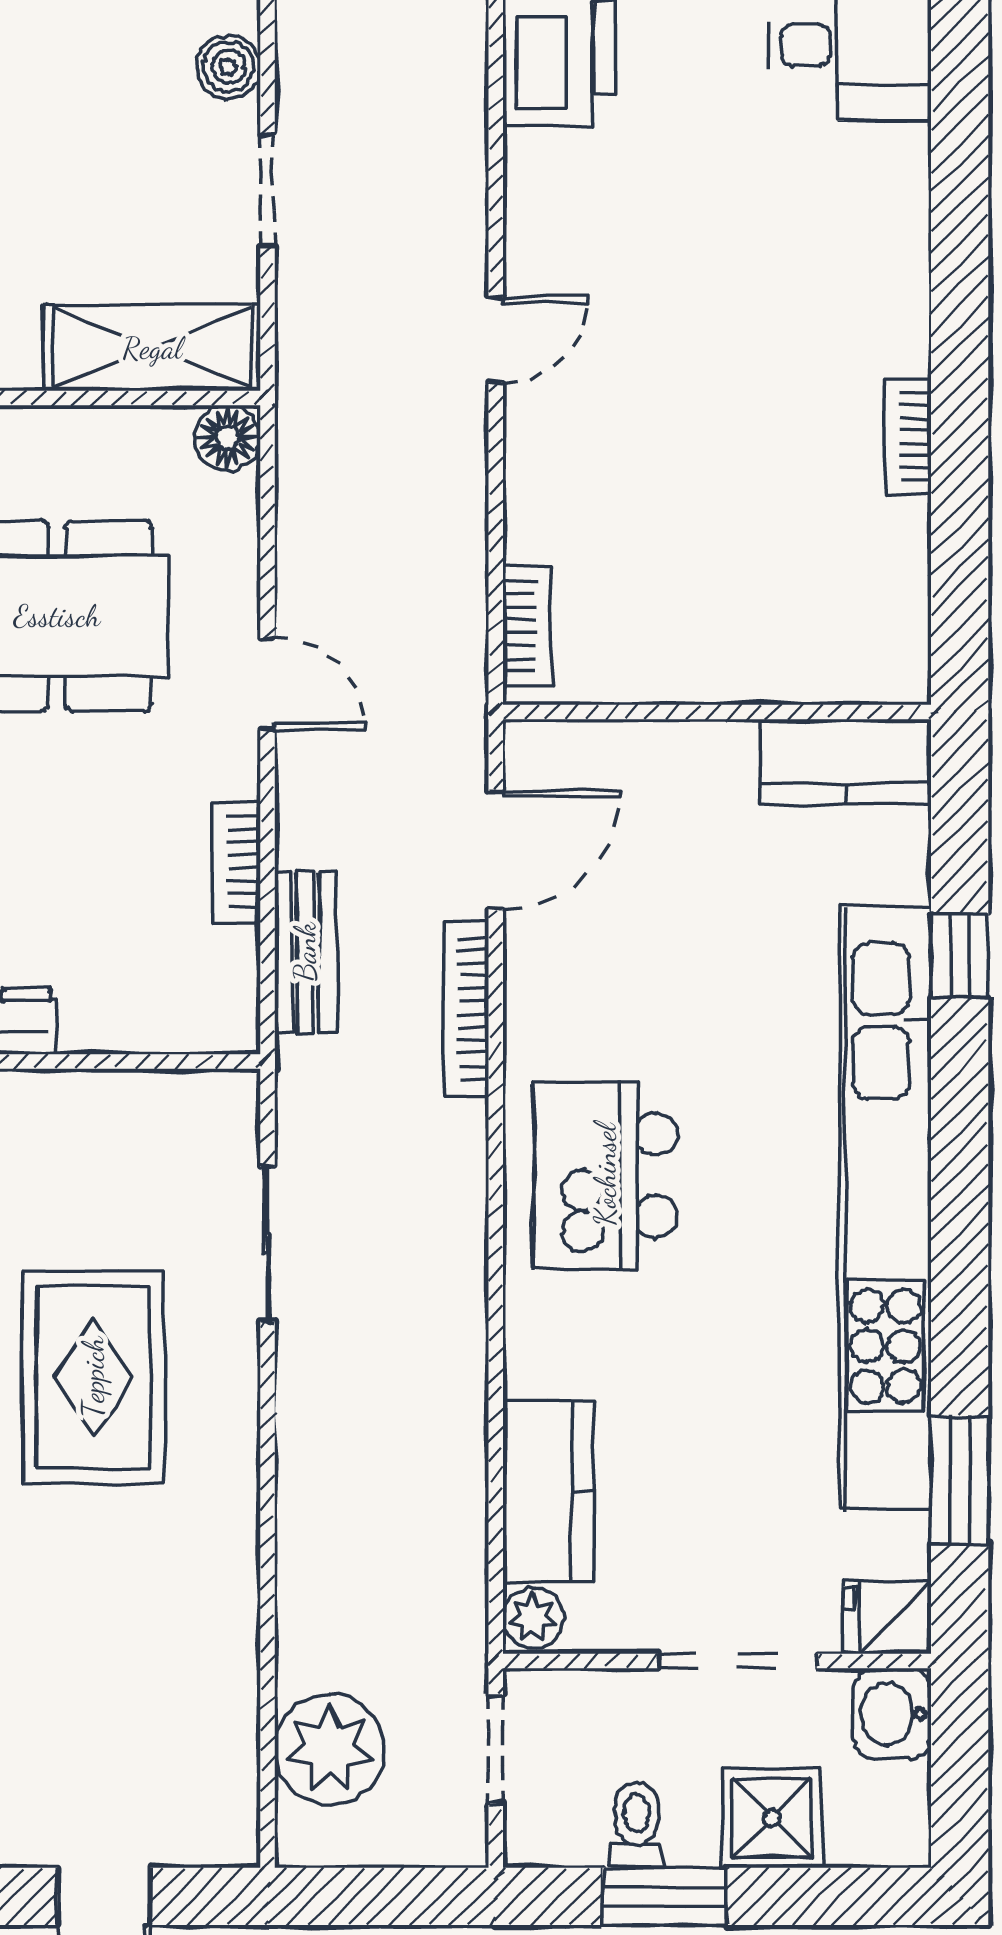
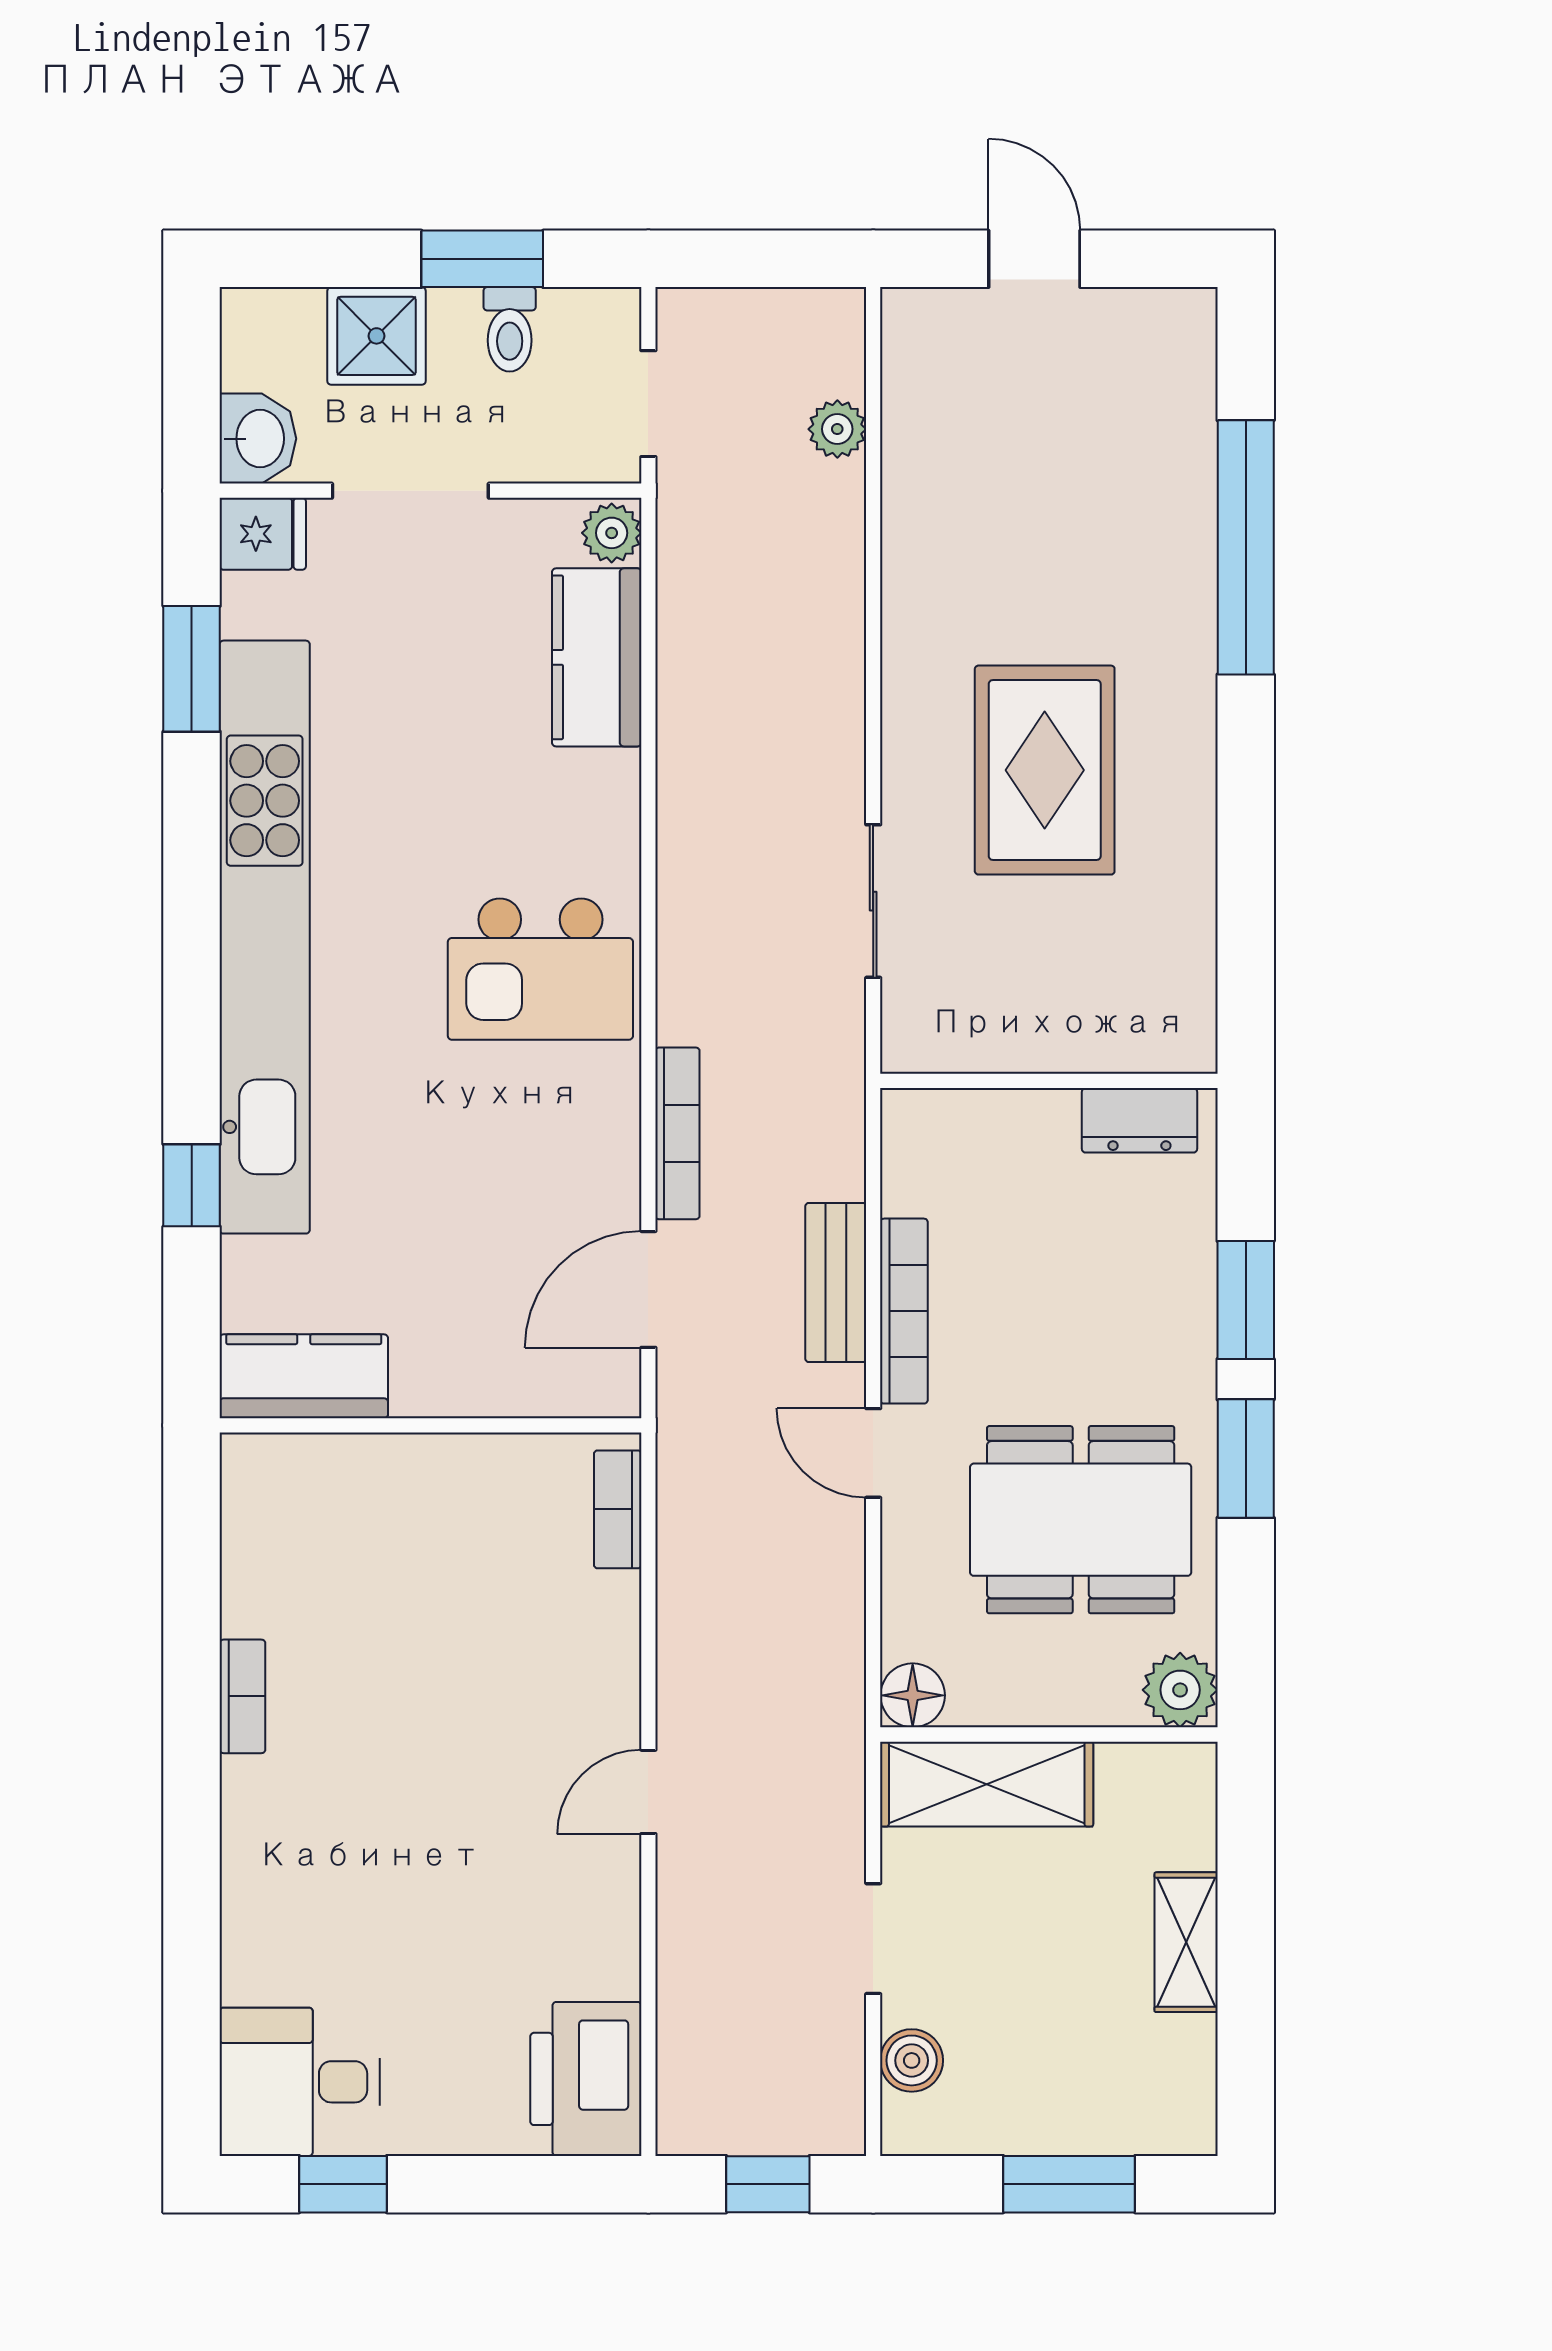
bookcase: (236, 862) -> (904, 1311), width x1.56
bench: (305, 952) -> (836, 1282), moved
kitchen island: (605, 1175) -> (540, 969), turned 90
plant: (330, 1749) -> (837, 429), width x0.53, depth x0.53

